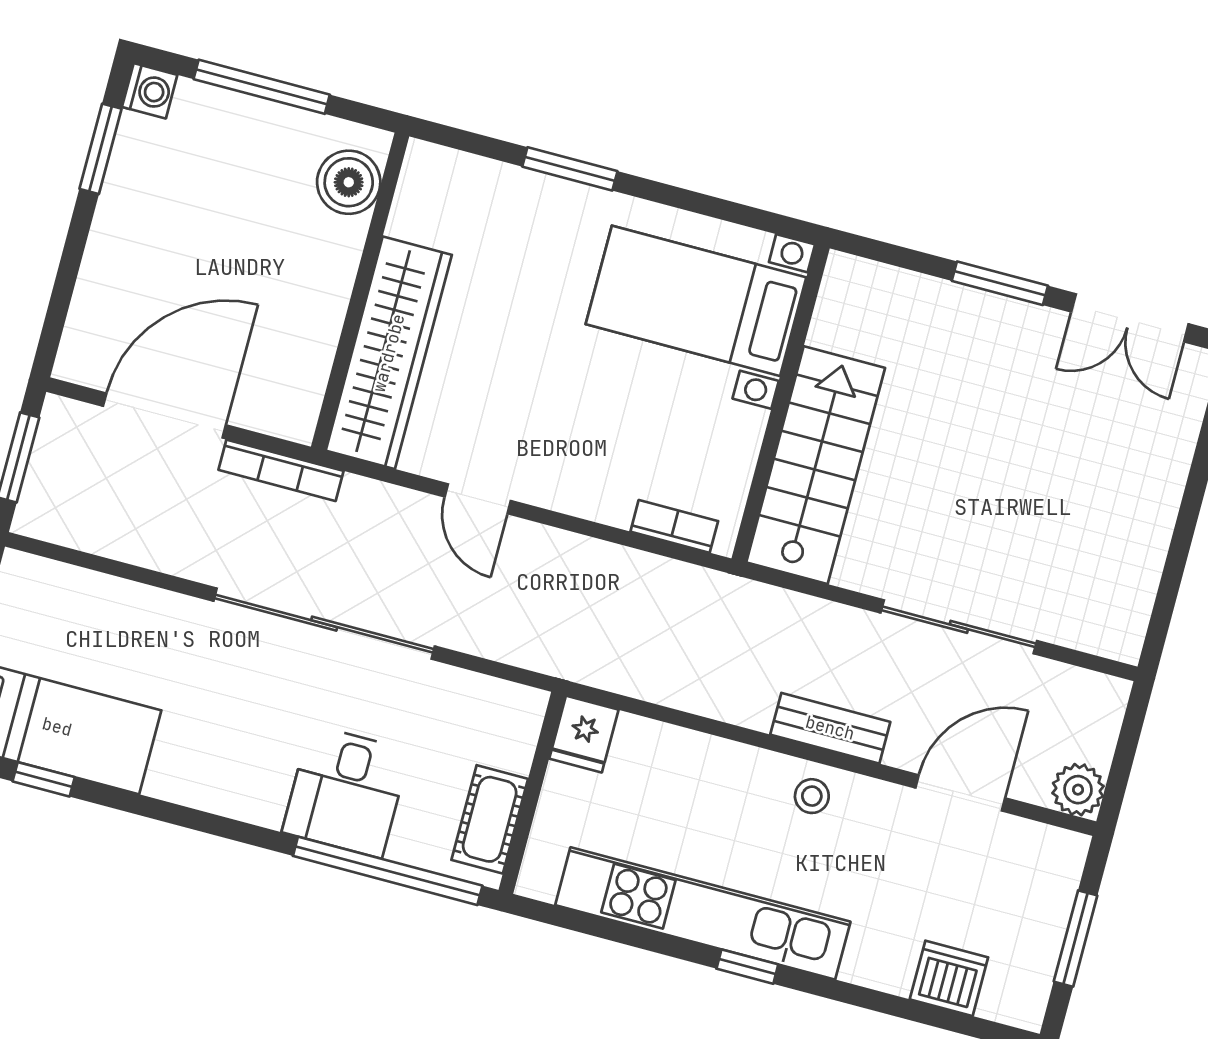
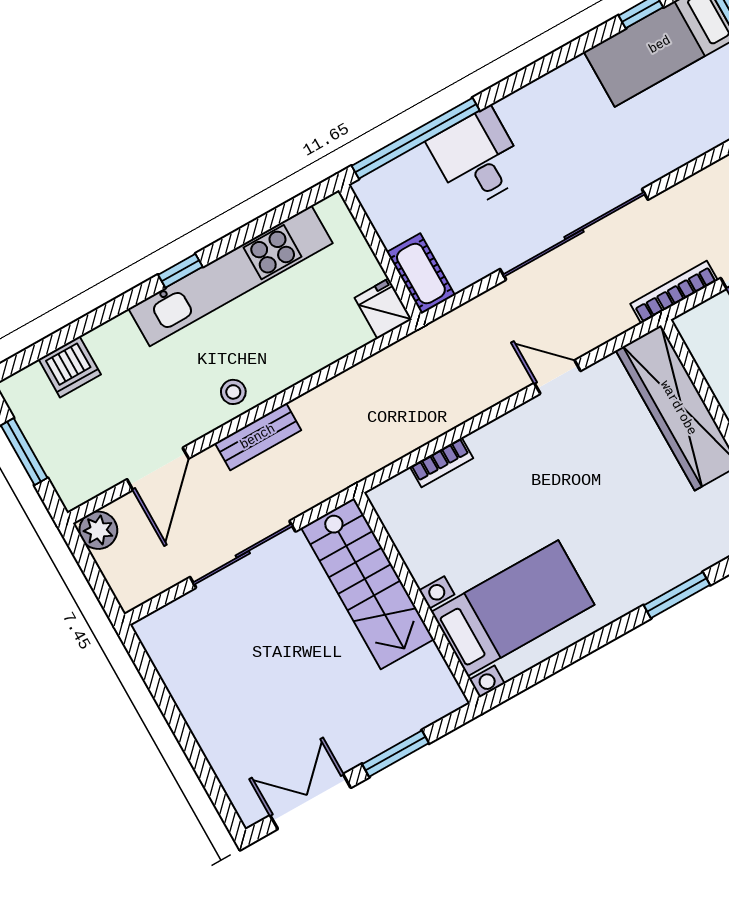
bed with nightstands: (696, 301) -> (513, 608), moved
wall: (781, 403) -> (417, 598), moved
stairs: (816, 465) -> (367, 584), moved
cot: (490, 819) -> (421, 274), moved

